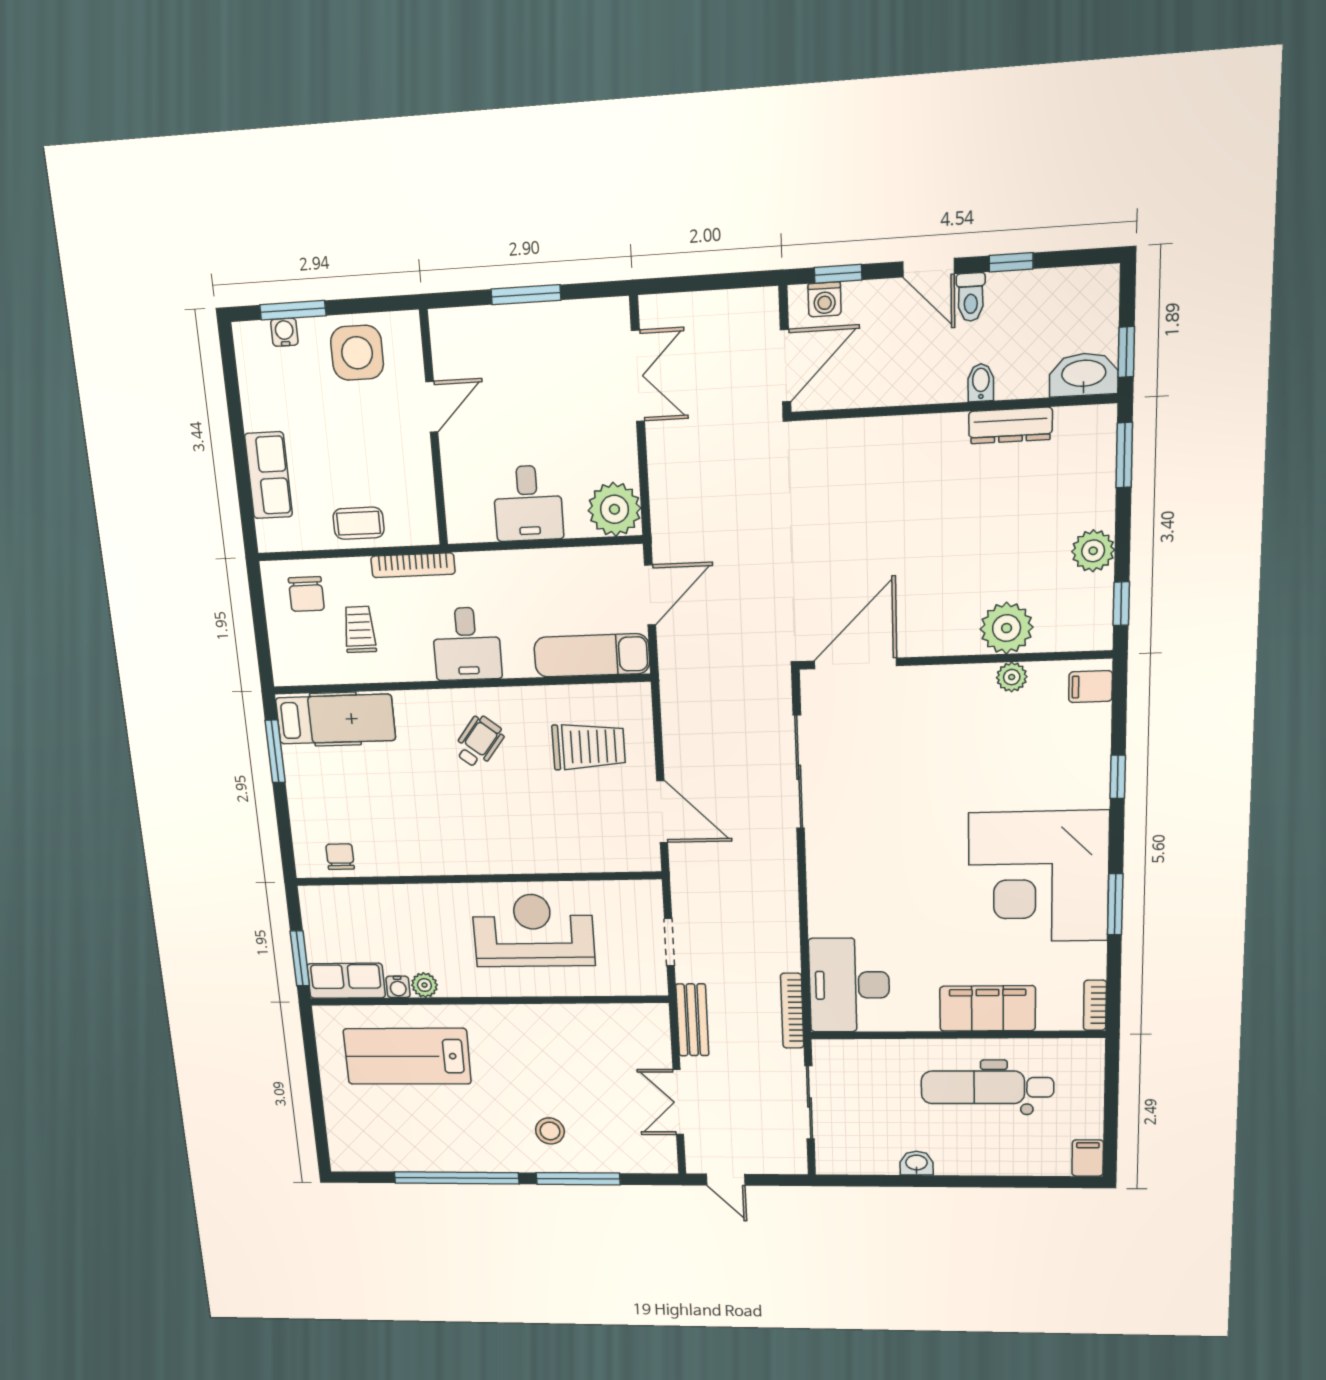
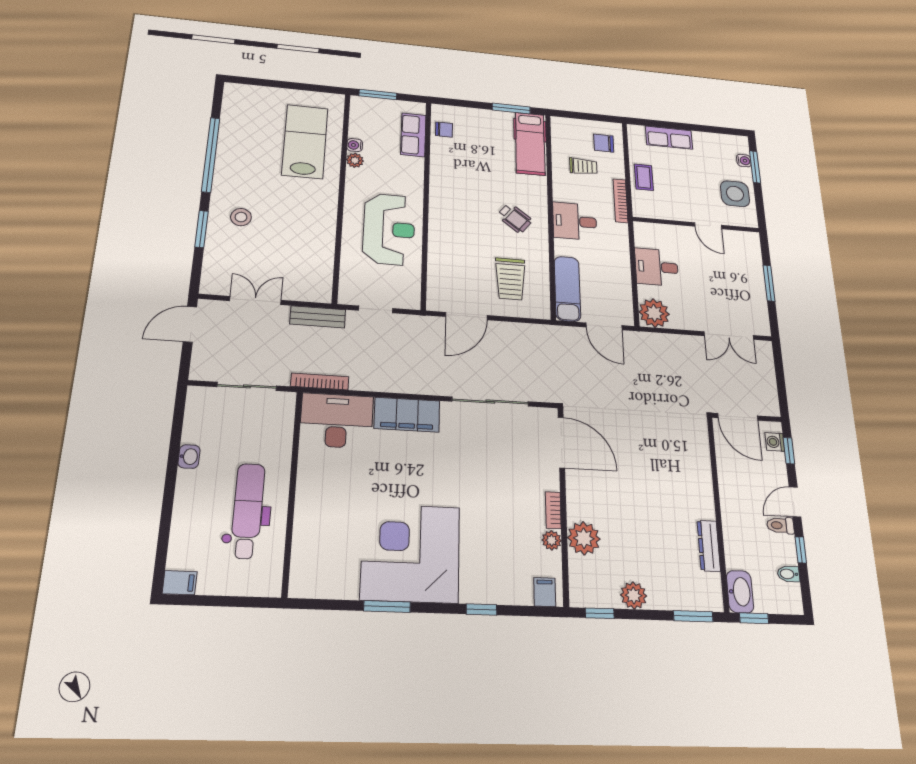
bidet: (981, 383) -> (789, 574), moved, turned 180
row of seats: (346, 981) -> (413, 135), moved, turned 180
bookcase: (1095, 1005) -> (553, 510), moved, turned -90
filing cabinet: (988, 1008) -> (407, 415), moved, turned 90
window: (578, 1179) -> (202, 229), width x0.69
door: (726, 1180) -> (190, 324), width x1.37

